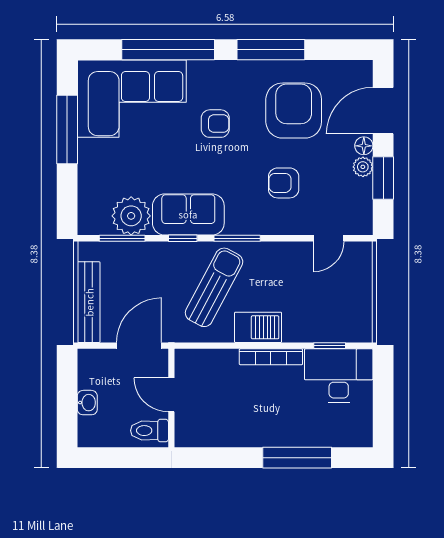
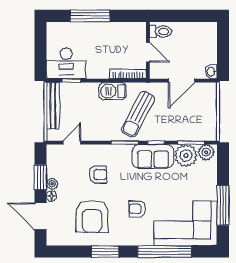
window: (271, 50) -> (105, 252), width x0.69
door: (383, 111) -> (40, 216), swing flipped
plant: (96, 222) -> (206, 152), added
bench: (89, 302) -> (53, 106), moved
bookcase: (271, 357) -> (128, 74), moved
door: (171, 395) -> (148, 52), moved
wall: (171, 398) -> (148, 50), moved
washbasin: (87, 403) -> (211, 72), moved
toilet: (149, 431) -> (161, 32), moved

